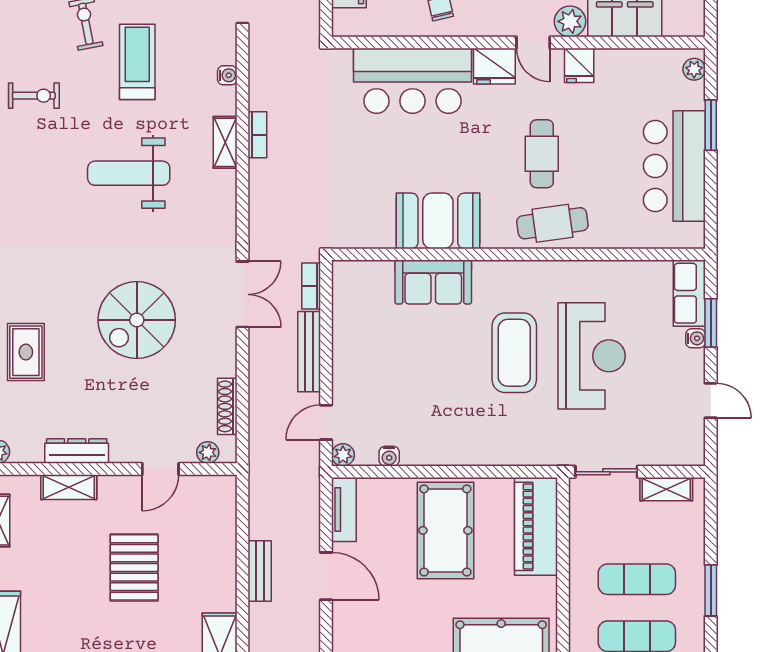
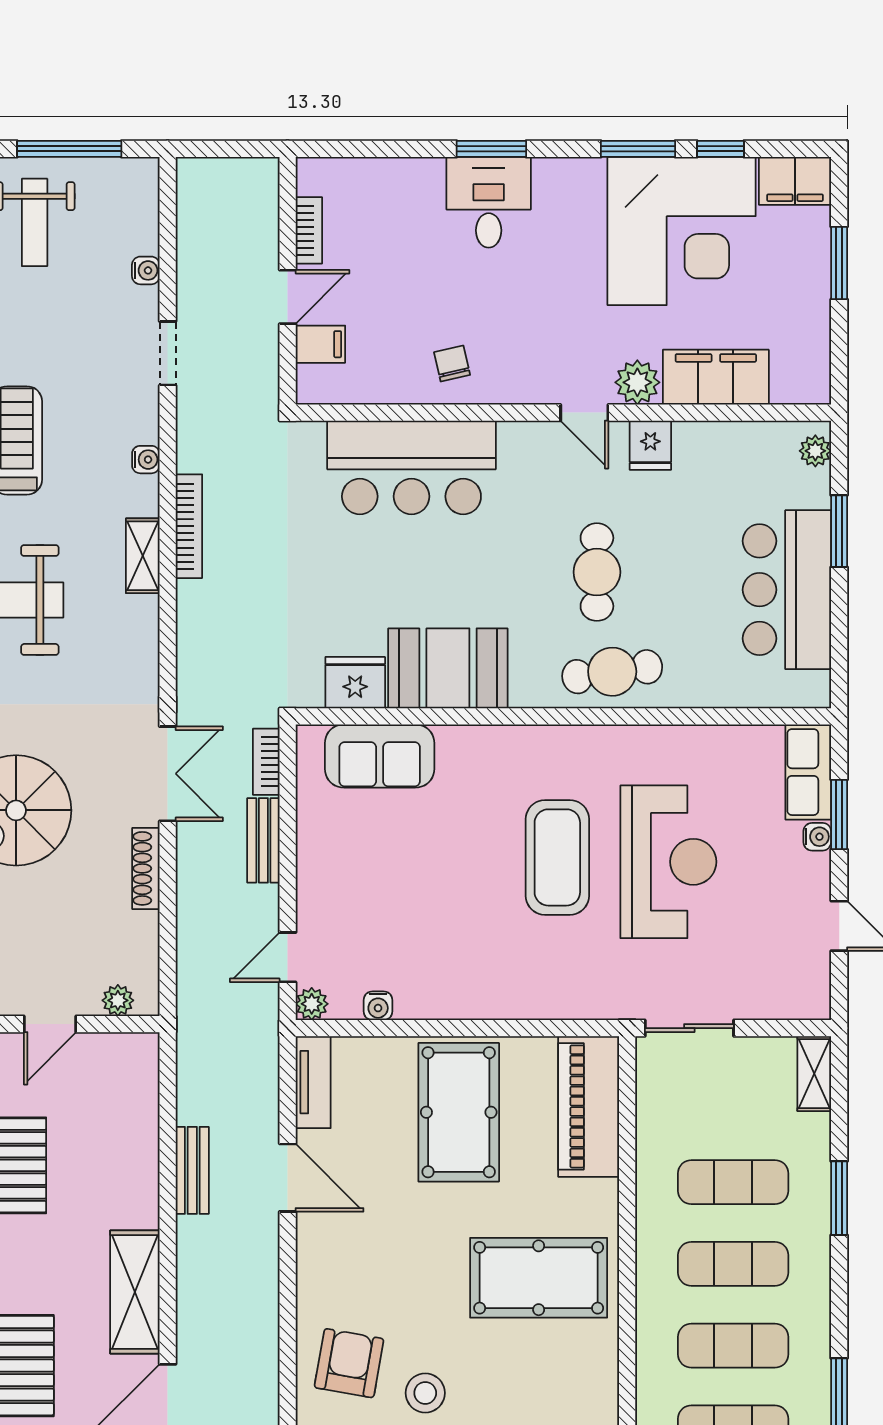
fridge: (494, 66) -> (355, 683), moved, turned 180
bookcase: (257, 135) -> (189, 526), width x1.56
sofa: (433, 282) -> (380, 756), moved
bench: (309, 352) -> (263, 840), width x0.73
shoe rack: (227, 406) -> (146, 868), moved
shelving: (666, 489) -> (814, 1074), moved, turned 90

